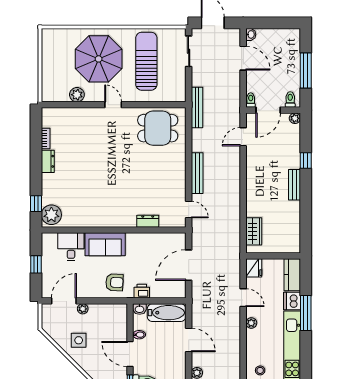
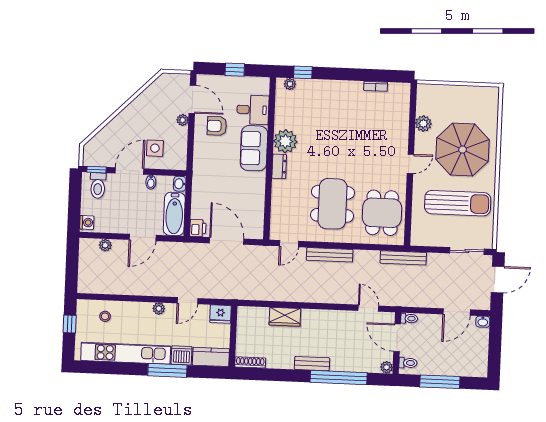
dresser: (48, 161) -> (350, 88), removed
window: (306, 161) -> (339, 377), width x3.17
dining table: (152, 172) -> (332, 204), added
plant: (51, 215) -> (290, 84), width x0.53, depth x0.53
plant: (98, 217) -> (285, 141), added
dresser: (148, 221) -> (279, 166), moved
wardrobe: (254, 231) -> (285, 317), moved
shoe rack: (296, 240) -> (250, 362), added
armchair: (114, 282) -> (217, 126), moved, turned 88
printer: (142, 291) -> (198, 228), moved
side table: (79, 340) -> (155, 148), moved

